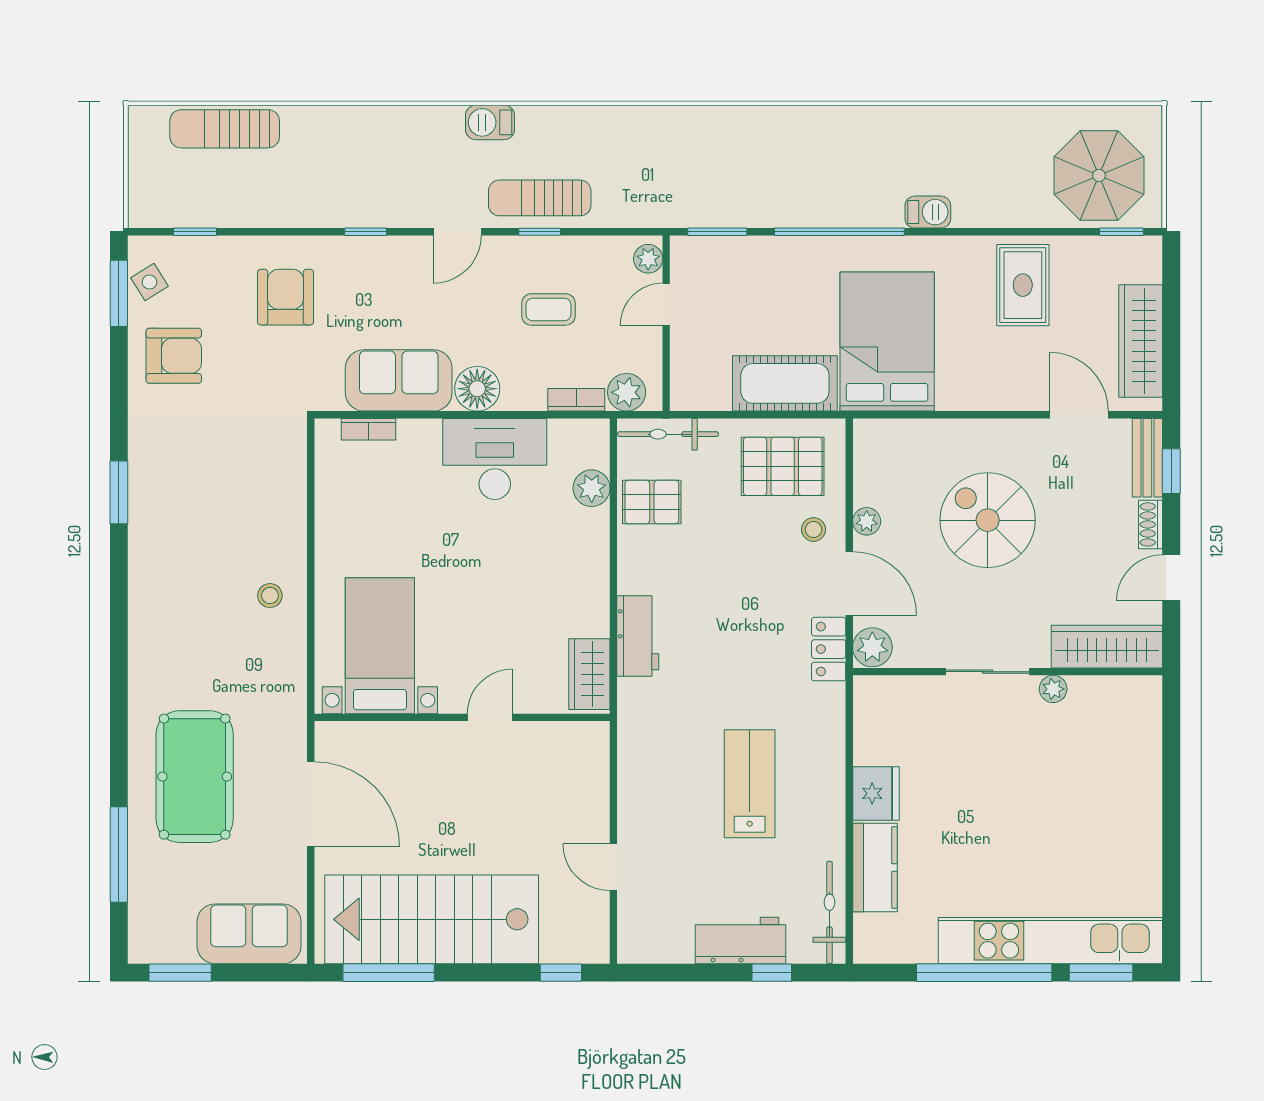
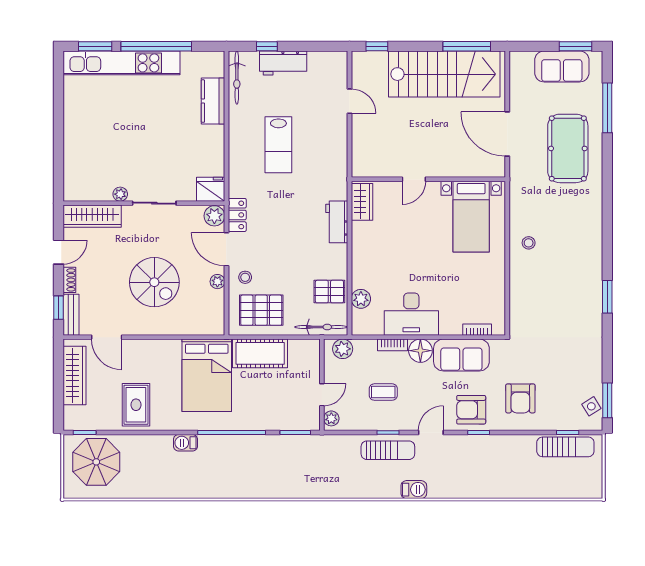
sun lounger: (225, 129) -> (565, 447), moved
armchair: (174, 356) -> (471, 410), moved
bookcase: (576, 400) -> (392, 345), moved
fridge: (876, 793) -> (211, 189), moved, turned 90
sofa: (249, 934) -> (562, 66), moved

